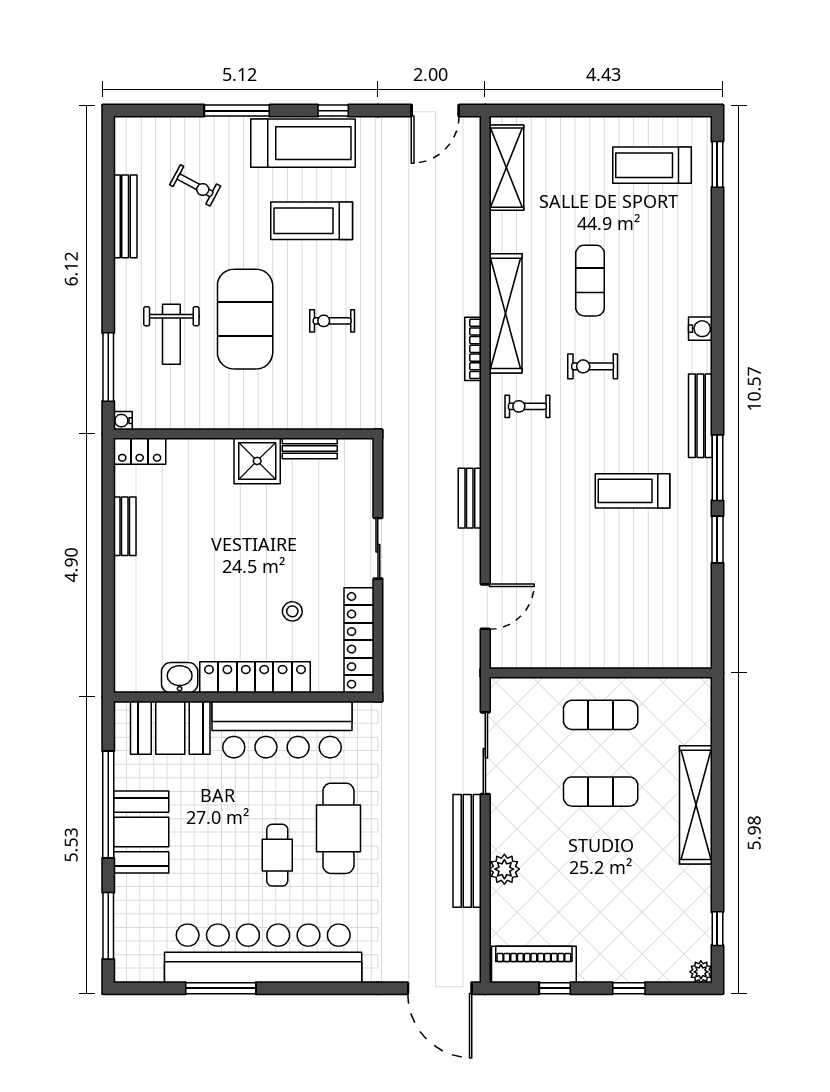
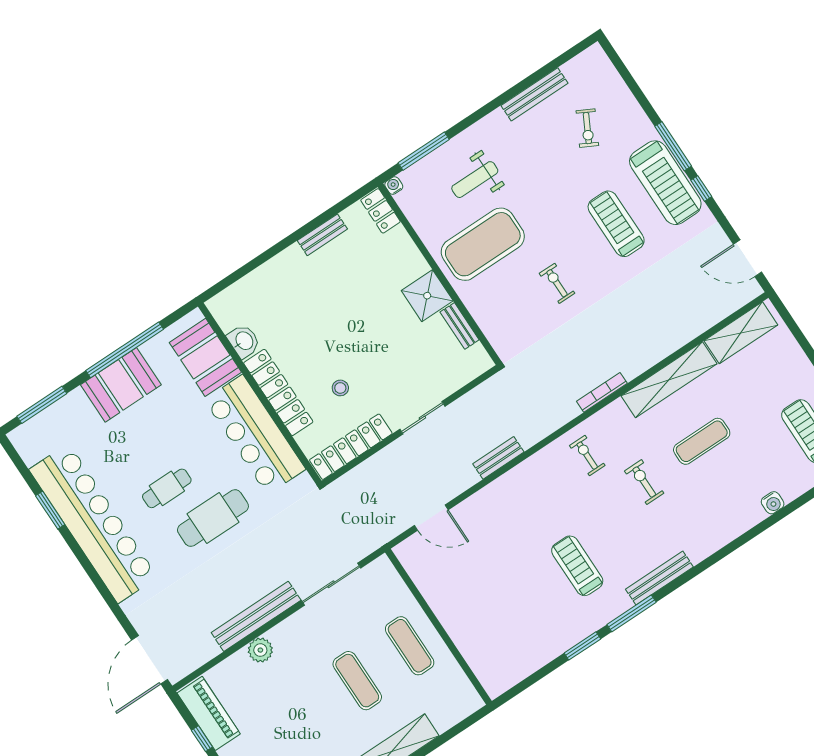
window: (237, 111) -> (673, 146), moved
shelving: (506, 313) -> (669, 380), moved
exercise mat: (245, 319) -> (483, 244), moved
water cooler: (700, 329) -> (773, 503), moved
window: (221, 988) -> (50, 510), width x0.69

